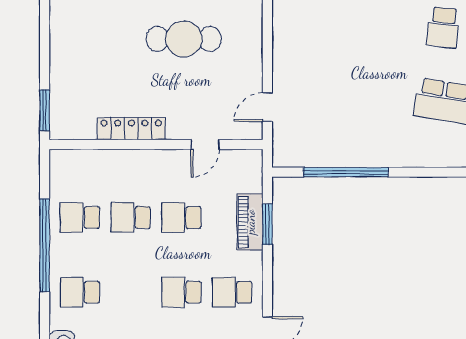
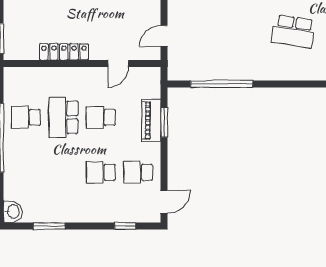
school desk: (131, 217) -> (63, 117), width x1.85
school desk: (80, 292) -> (26, 172), removed

